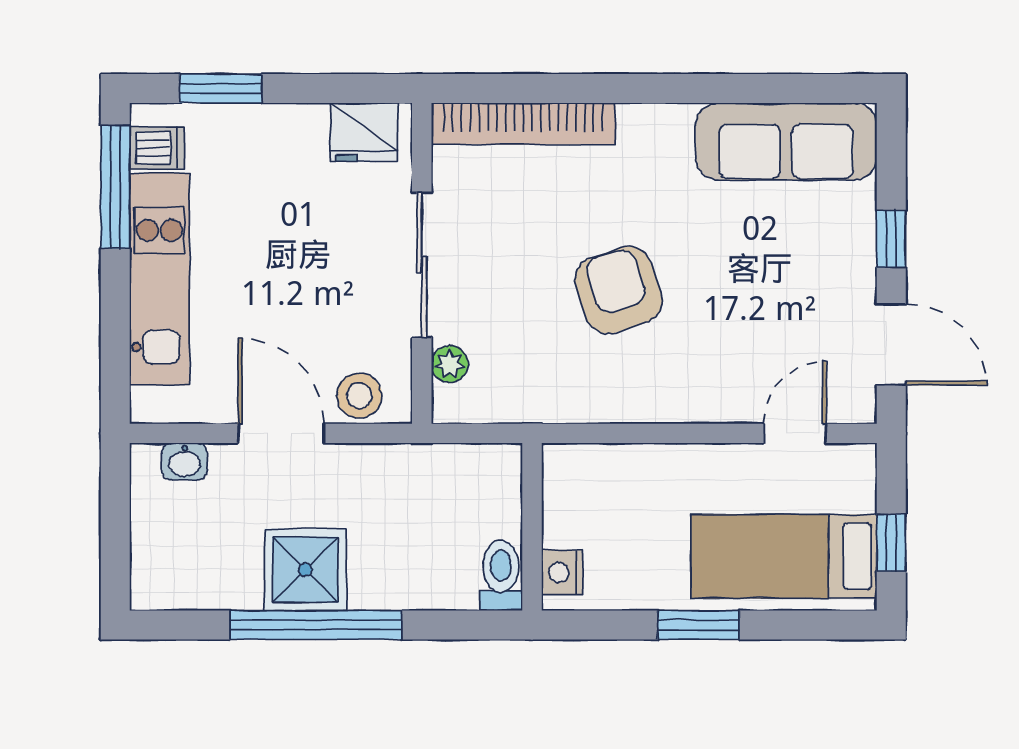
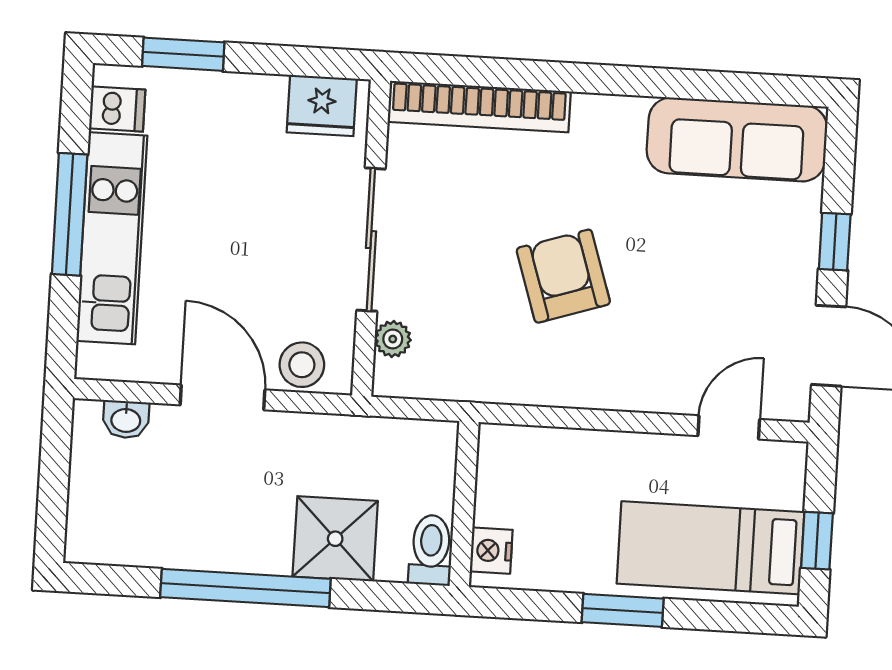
window: (115, 187) -> (70, 214), moved
shower: (305, 570) -> (335, 539), moved

